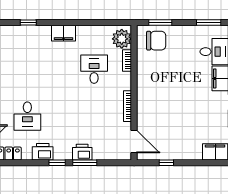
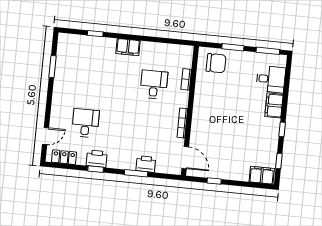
window: (160, 23) -> (233, 47), moved
plant: (122, 39) -> (183, 58), removed
desk: (27, 116) -> (85, 123), turned 180
printer: (82, 152) -> (146, 164), moved
window: (57, 163) -> (96, 169), moved

